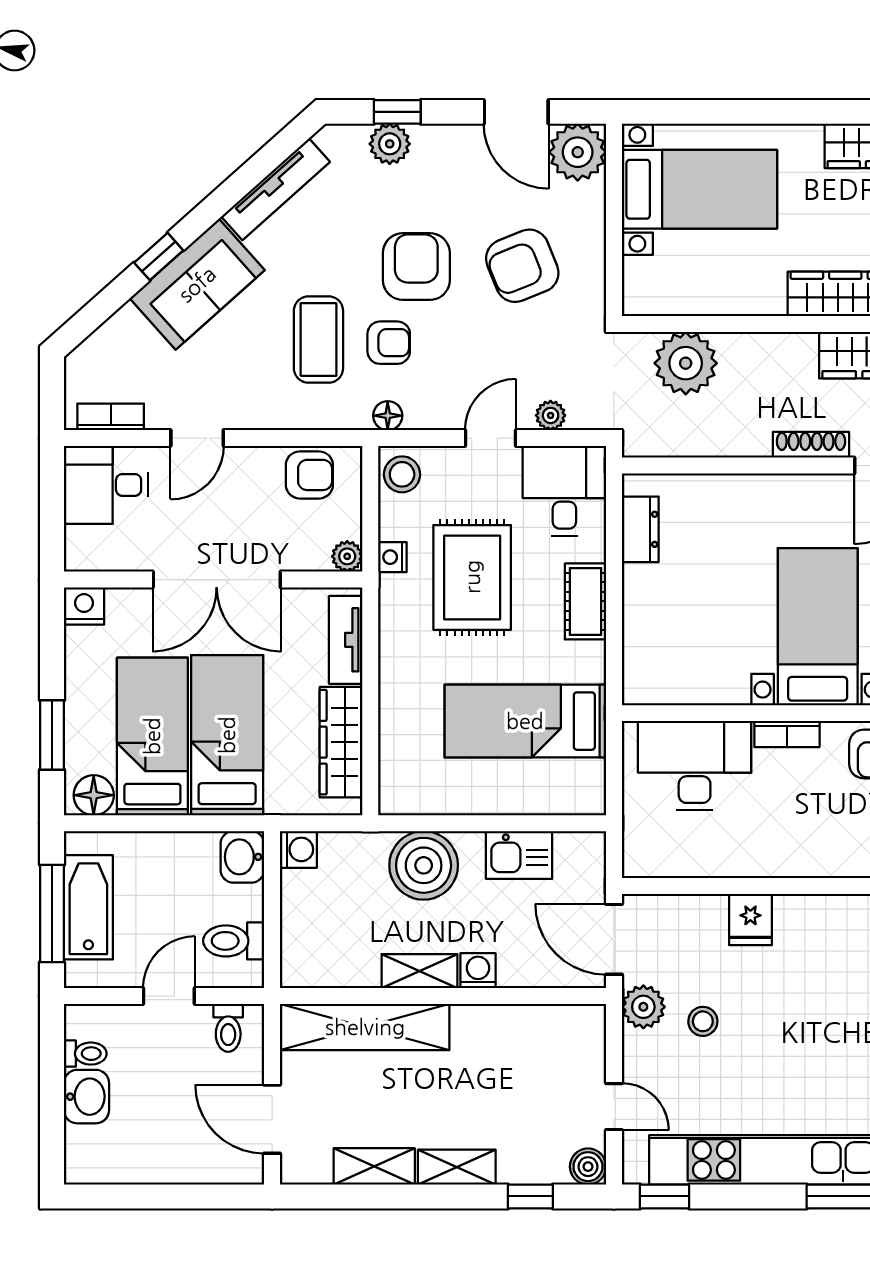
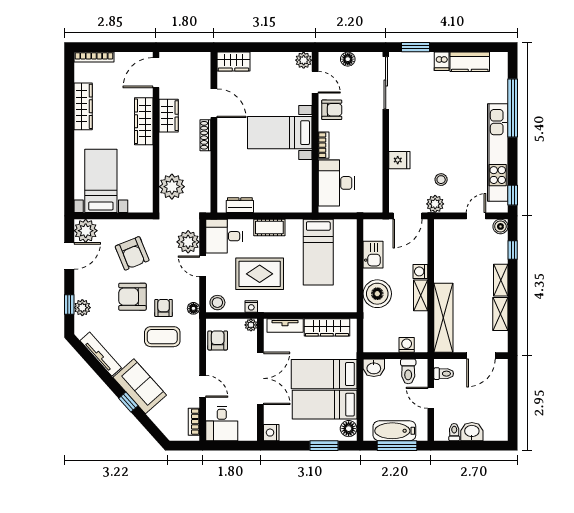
plant: (551, 415) -> (188, 242), width x1.87, depth x1.87
washing machine: (298, 849) -> (407, 345), moved

